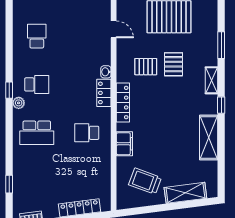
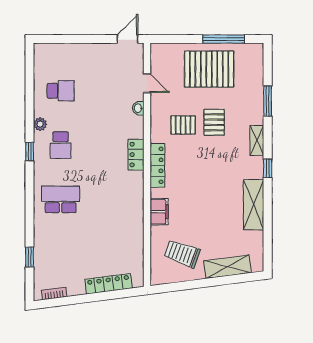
school desk: (37, 36) -> (61, 91), turned 90
washbasin: (106, 72) -> (138, 108), moved
school desk: (37, 84) -> (61, 145), turned 90
plant: (19, 103) -> (40, 124), moved
school desk: (37, 133) -> (61, 199), turned 180
school desk: (87, 133) -> (117, 199), removed

